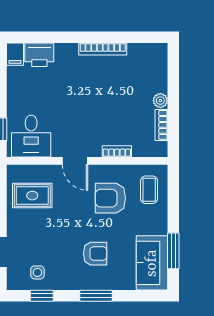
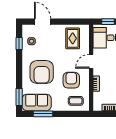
armchair: (95, 254) -> (42, 72), width x1.88, depth x1.88
window: (96, 296) -> (19, 97), moved

